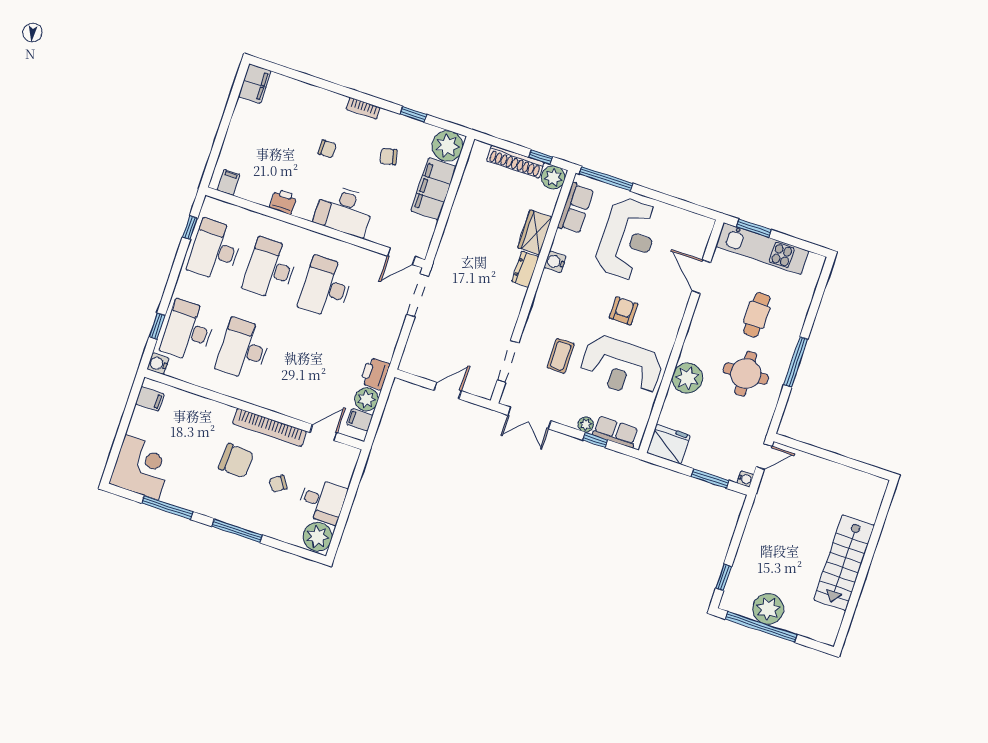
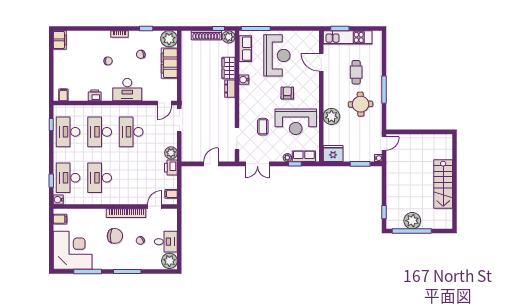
plant: (366, 399) -> (171, 153), moved
corner desk: (142, 467) -> (73, 250), width x1.36, depth x1.36

